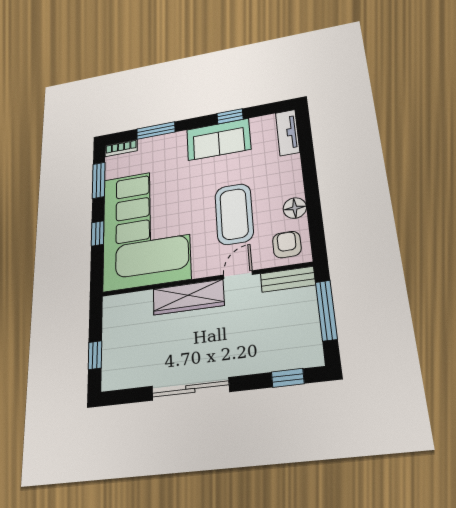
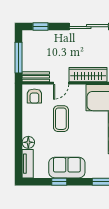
floor lamp: (295, 208) -> (28, 142), moved
coffee table: (234, 214) -> (61, 119), width x0.73, depth x0.76

